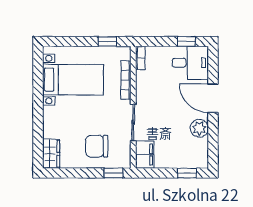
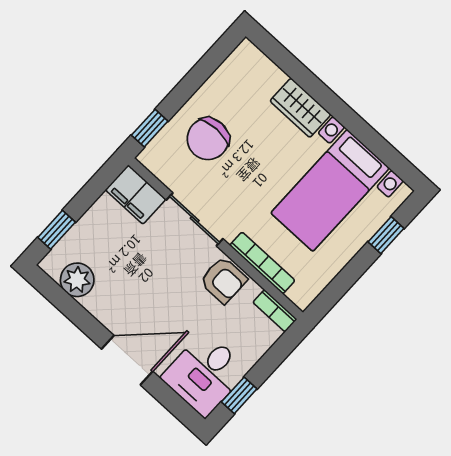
window: (107, 41) -> (386, 235), moved
armchair: (147, 89) -> (223, 280), added
plant: (199, 128) -> (77, 280), moved
chair: (97, 146) -> (208, 139), turned 180
wardrobe: (51, 154) -> (300, 108), moved

